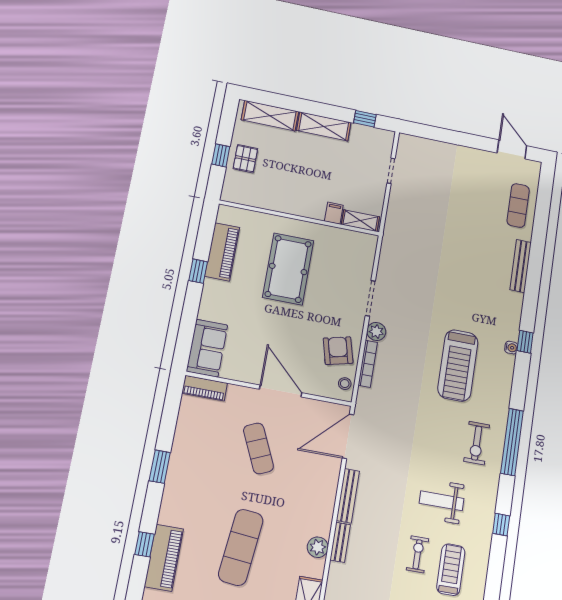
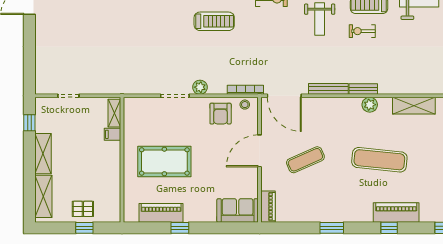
armchair: (338, 351) -> (221, 114), turned -76
bookcase: (368, 364) -> (245, 90), moved
treadmill: (458, 365) -> (214, 21), width x0.73, depth x0.73

